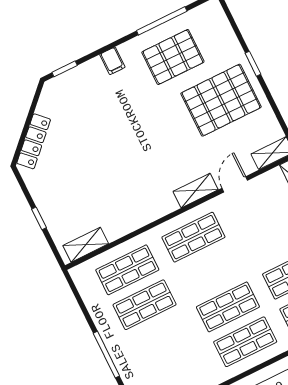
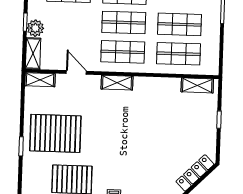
door: (235, 184) -> (76, 72), swing flipped
shelving: (196, 191) -> (117, 83), moved
shop shelf: (211, 272) -> (124, 22), added

